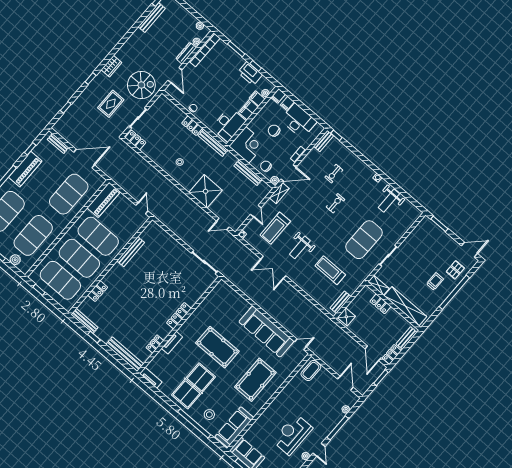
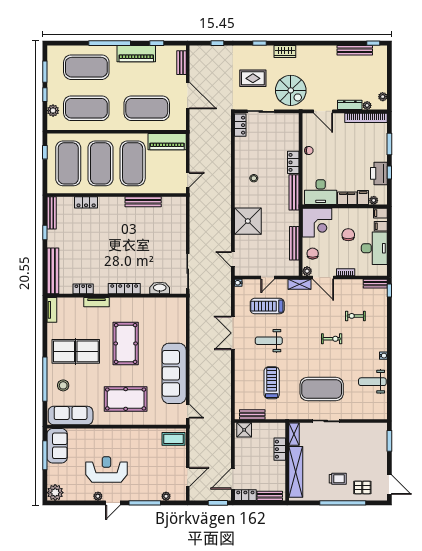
door: (175, 75) -> (323, 111), hinge flipped
washbasin: (199, 291) -> (160, 288), added

